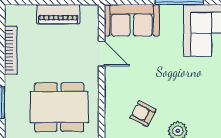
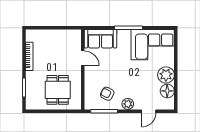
piano: (58, 14) -> (57, 35), removed
dining table: (59, 107) -> (58, 90), width x0.73

